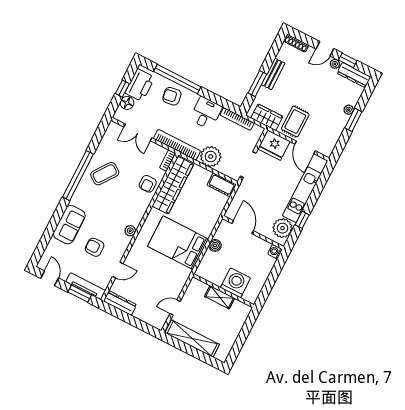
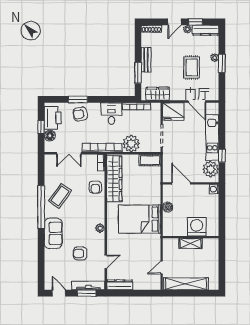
window: (177, 79) -> (78, 99), width x0.47
rug: (295, 122) -> (192, 68), moved
sofa: (69, 225) -> (53, 233), moved

